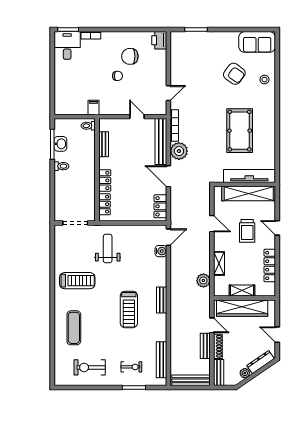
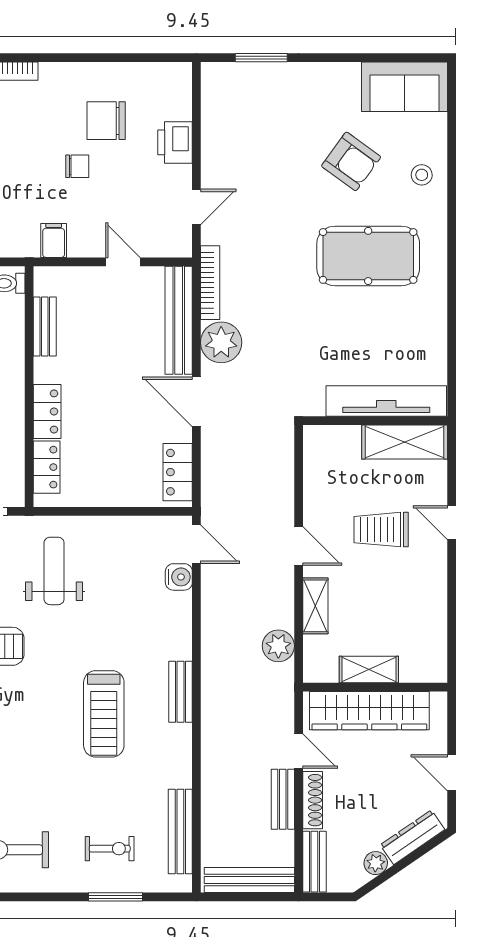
printer: (159, 40) -> (175, 142), moved
filing cabinet: (94, 108) -> (54, 240), moved
pool table: (240, 131) -> (368, 256), moved, turned 90
shelving: (249, 193) -> (405, 442), width x0.68
door: (212, 224) -> (299, 546), moved
trolley: (247, 231) -> (381, 530), turned 90
door: (168, 237) -> (196, 544), hinge flipped
locker: (270, 265) -> (434, 611), removed

